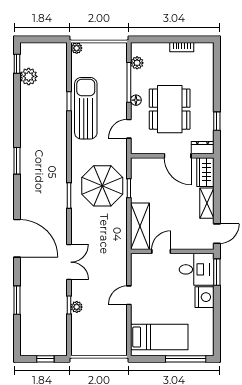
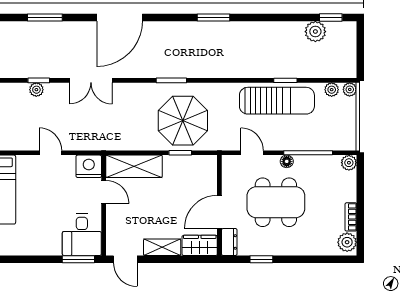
plant: (203, 50) -> (347, 242), added
plant: (77, 63) -> (332, 90), added
plant: (137, 63) -> (349, 163), moved
nightstand: (204, 297) -> (89, 166), moved, turned 180

